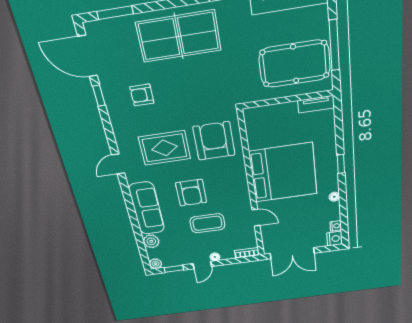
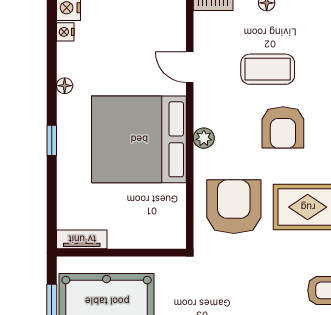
armchair: (214, 141) -> (234, 207), turned 180
plant: (241, 179) -> (204, 138), added
armchair: (191, 193) -> (283, 127), turned 180

